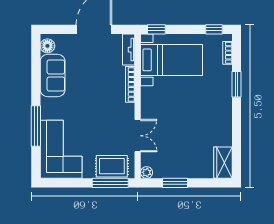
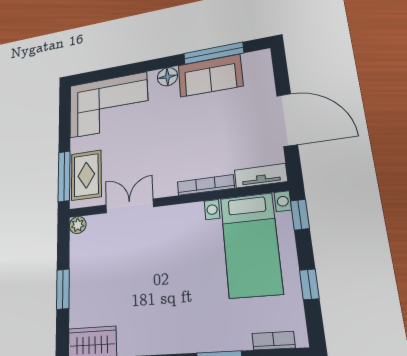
window: (214, 29) -> (309, 284), moved
floor lamp: (47, 46) -> (167, 77), moved
window: (36, 126) -> (213, 53), moved
double door: (138, 136) -> (130, 206), swing flipped
window: (175, 183) -> (63, 289), moved

